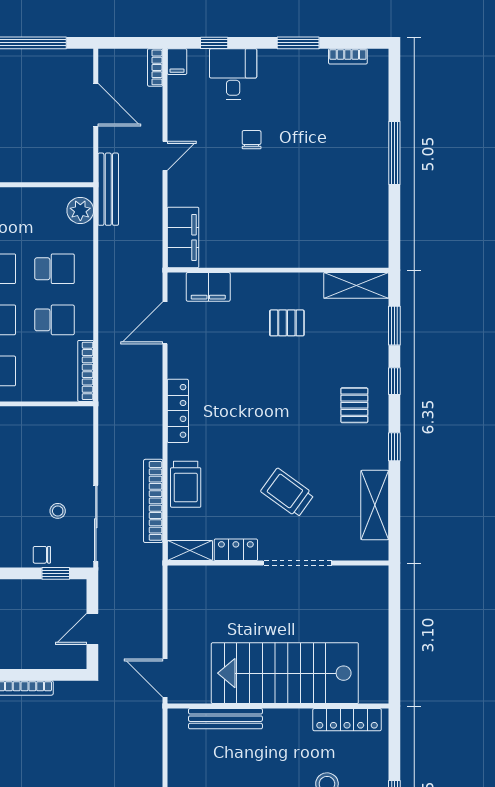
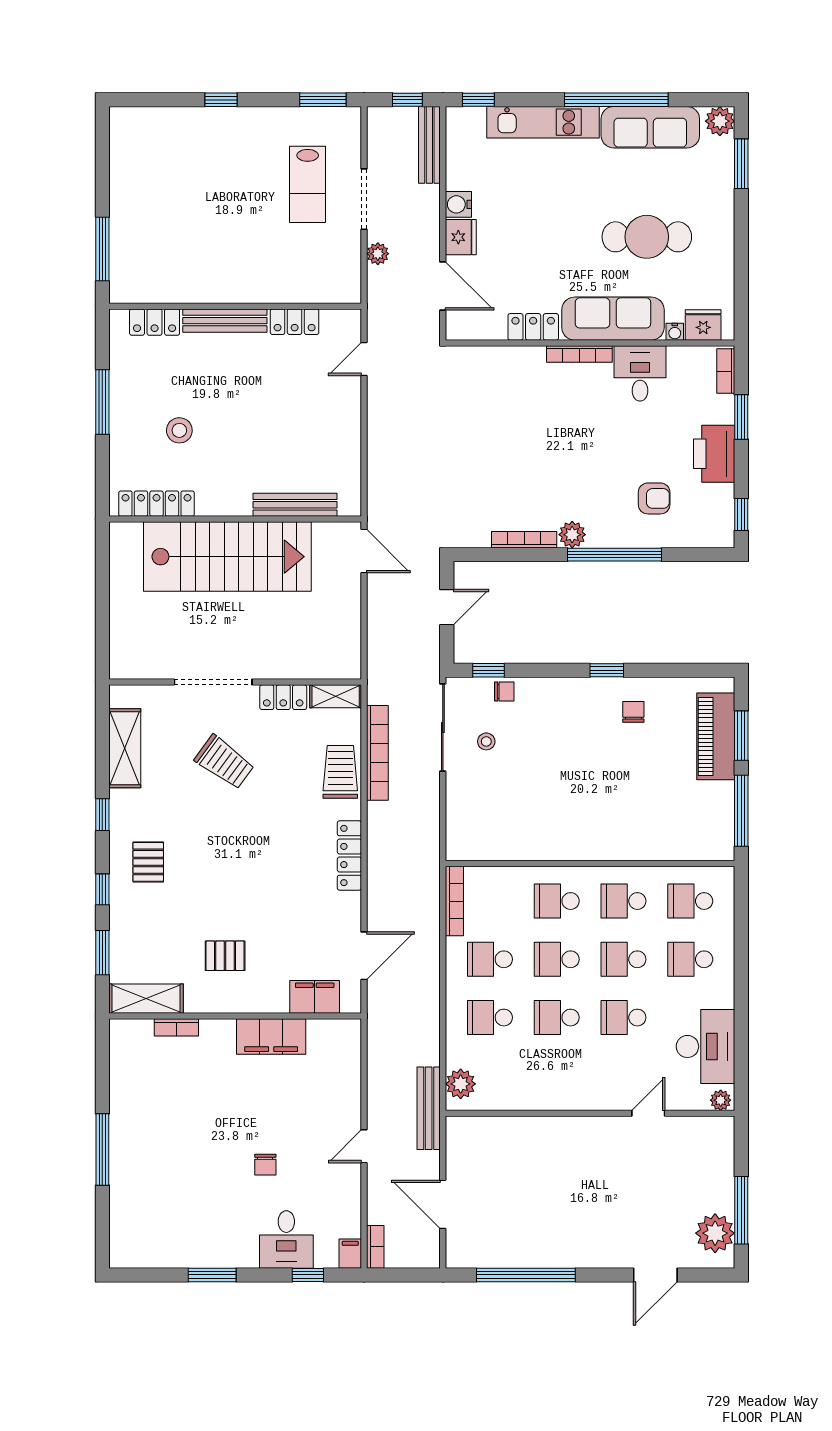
bookcase: (348, 56) -> (176, 1027), moved, turned 180
filing cabinet: (183, 237) -> (271, 1037), moved, turned -90

